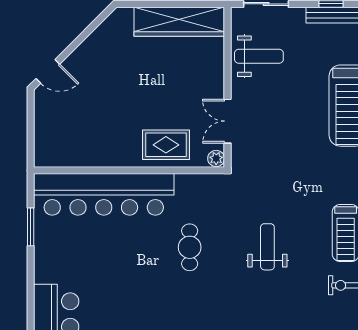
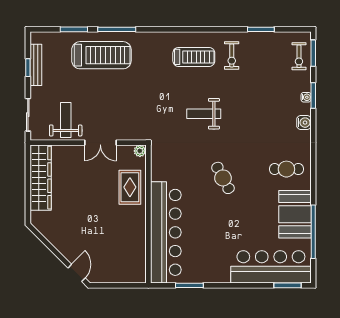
double door: (228, 121) -> (100, 143), moved
cafe table: (190, 247) -> (223, 178), moved, turned 62

